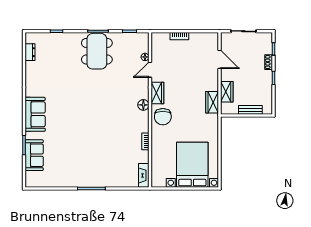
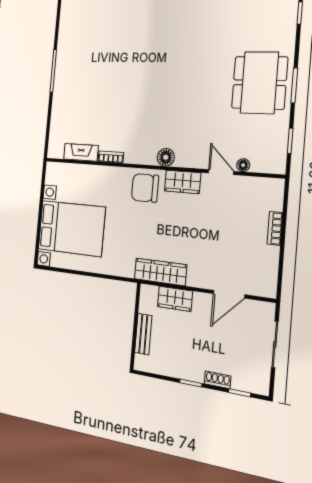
dining table: (97, 51) -> (259, 83), turned 90
wardrobe: (212, 102) -> (160, 272), width x1.50
fireplace: (144, 175) -> (81, 152), moved

